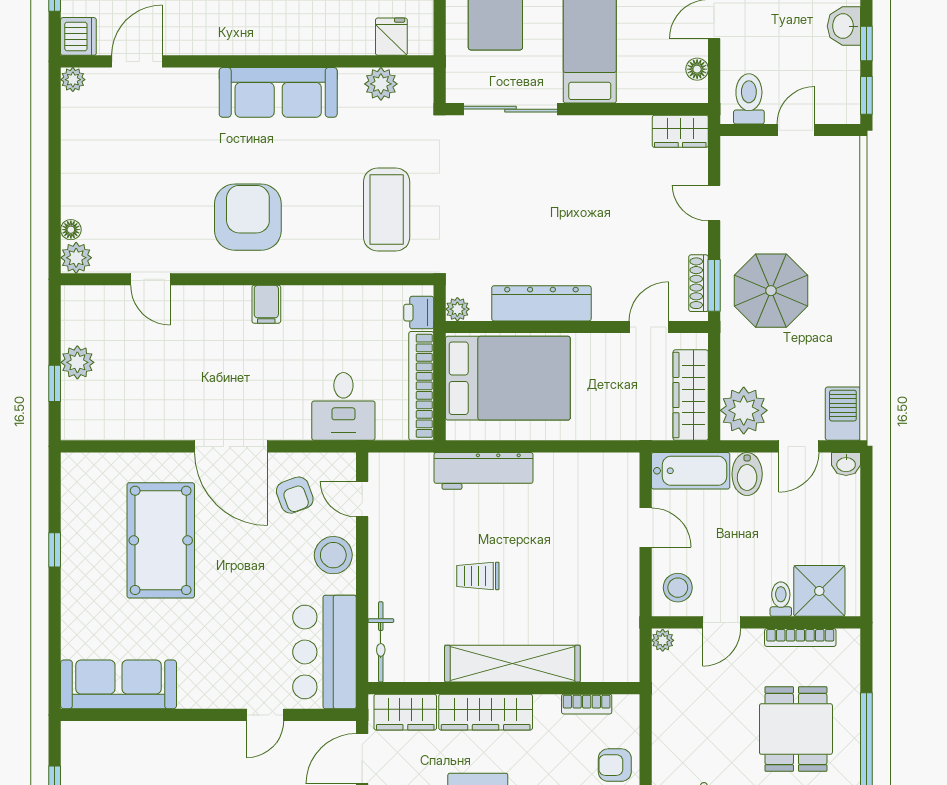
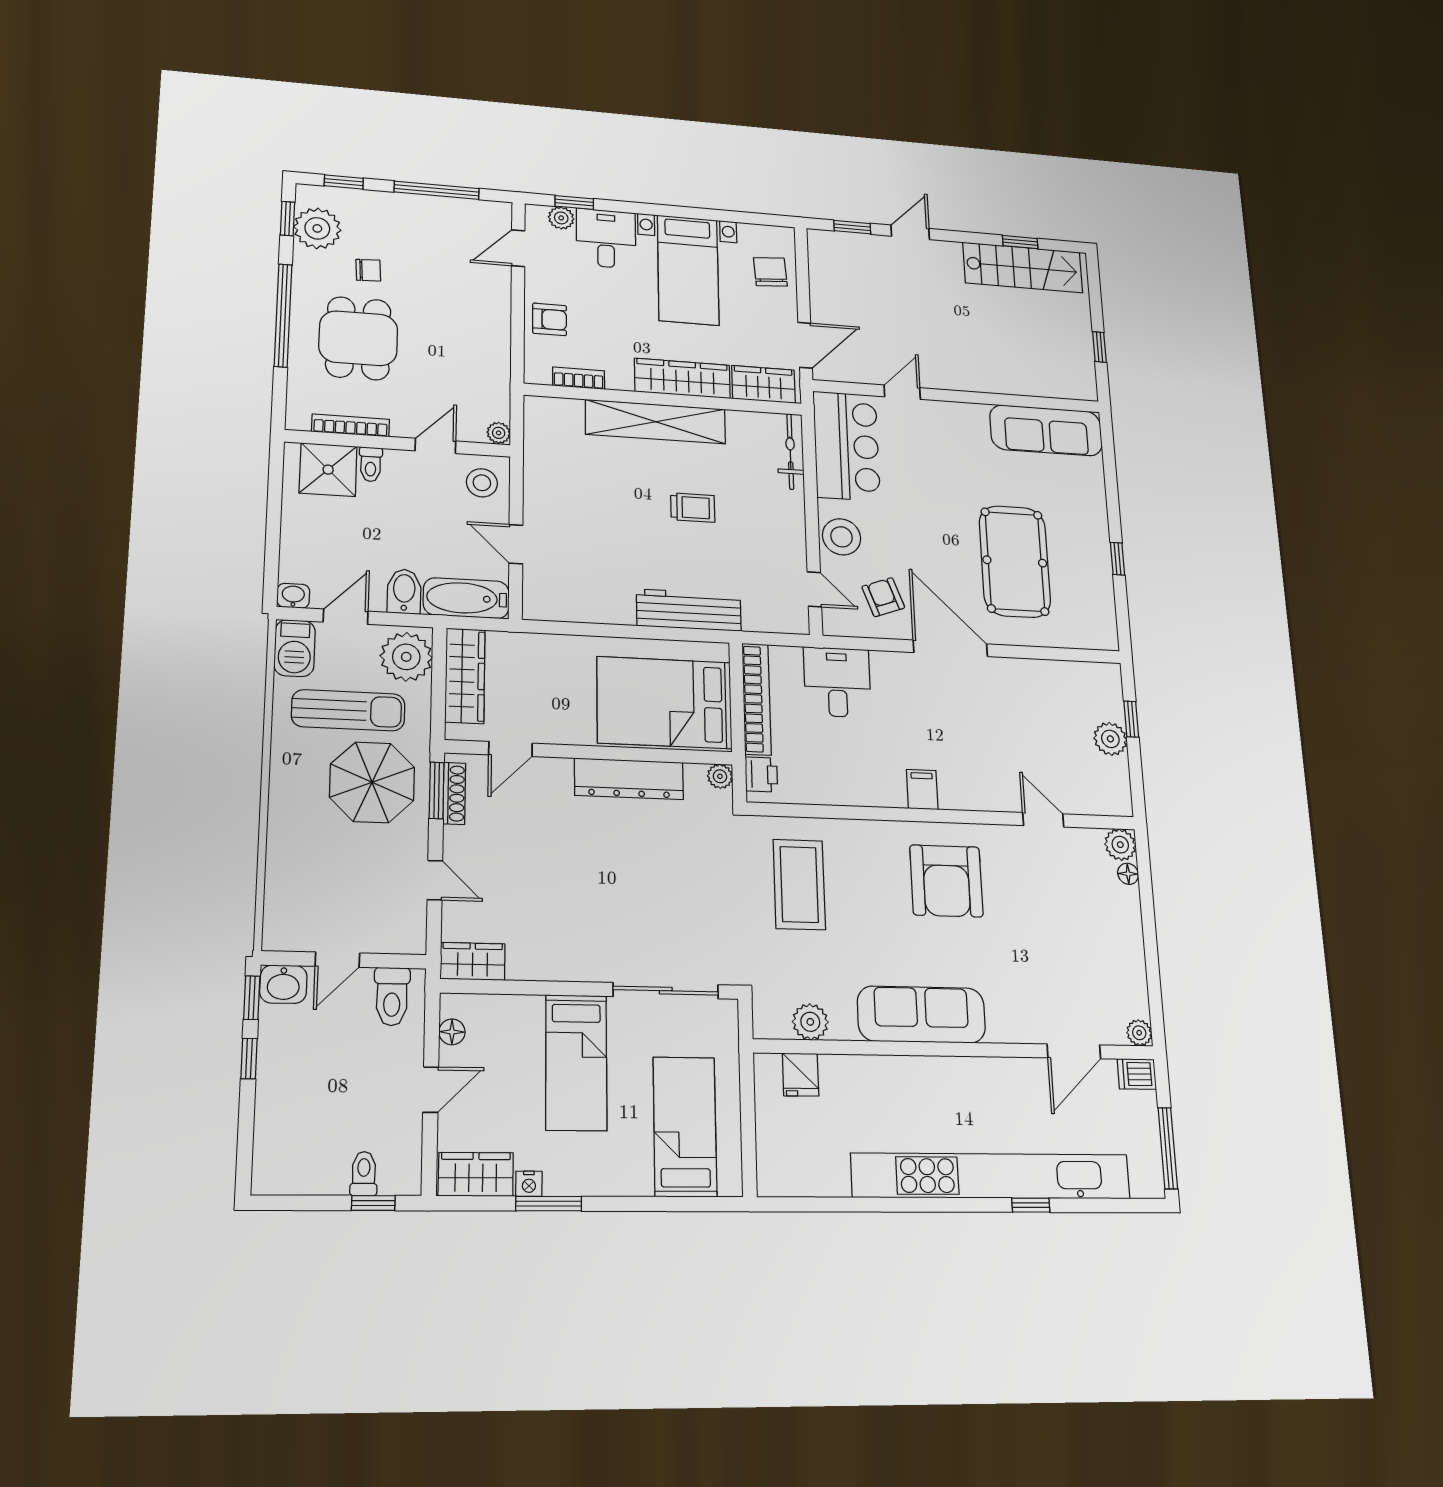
washbasin: (844, 26) -> (283, 984), moved, turned 90
dishwasher: (78, 36) -> (1137, 1074), width x0.73
sun lounger: (794, 357) -> (348, 710), added

